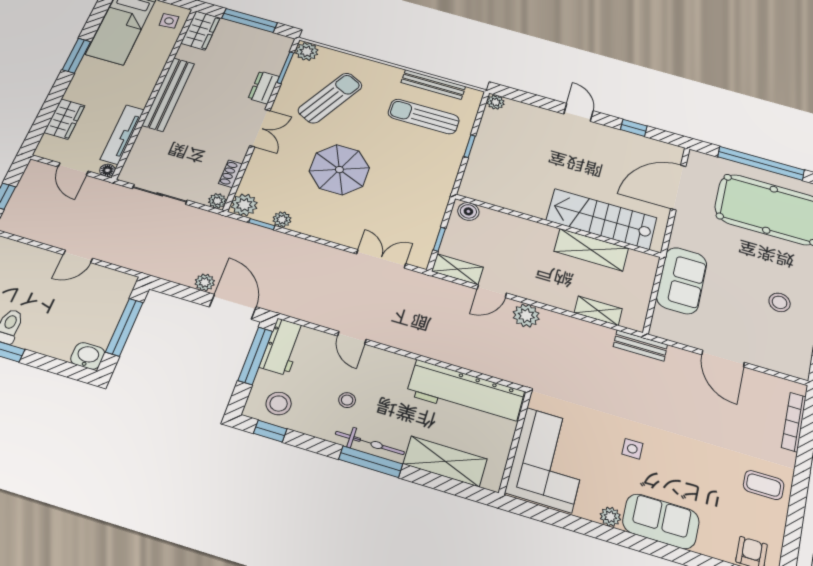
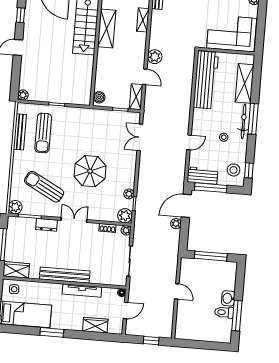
tv unit: (122, 135) -> (82, 290), moved
washbasin: (88, 356) -> (228, 298), moved

